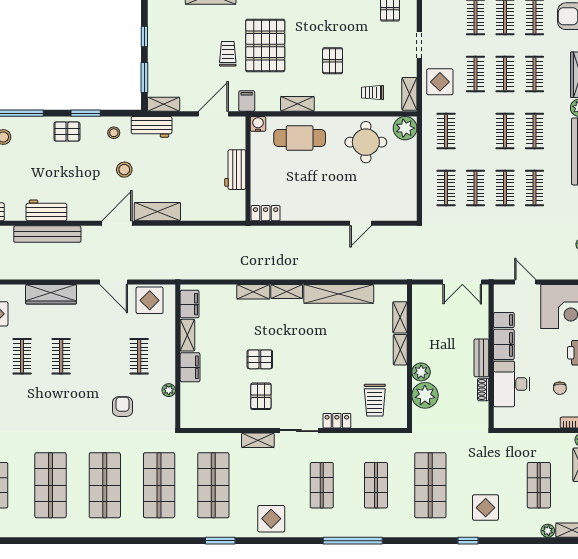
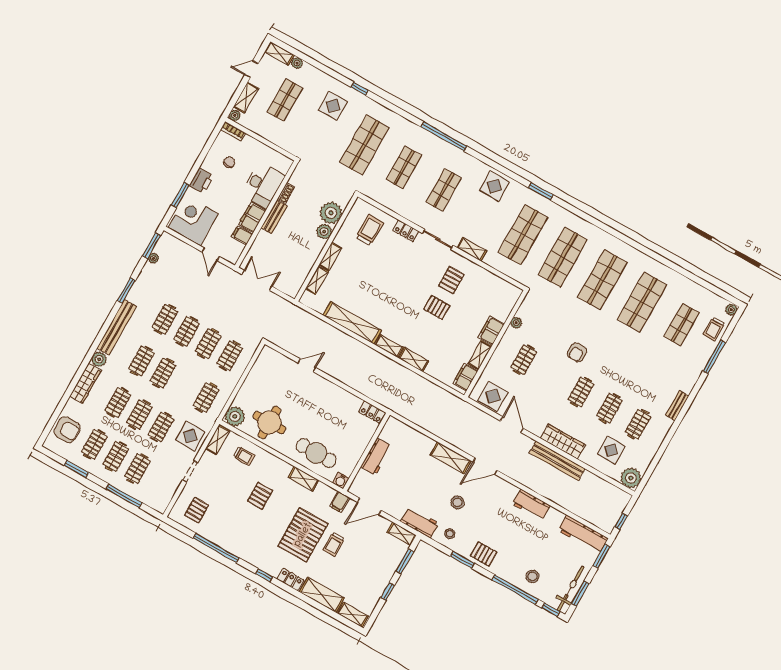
bench: (47, 234) -> (557, 461), moved
armchair: (123, 407) -> (577, 352), moved

